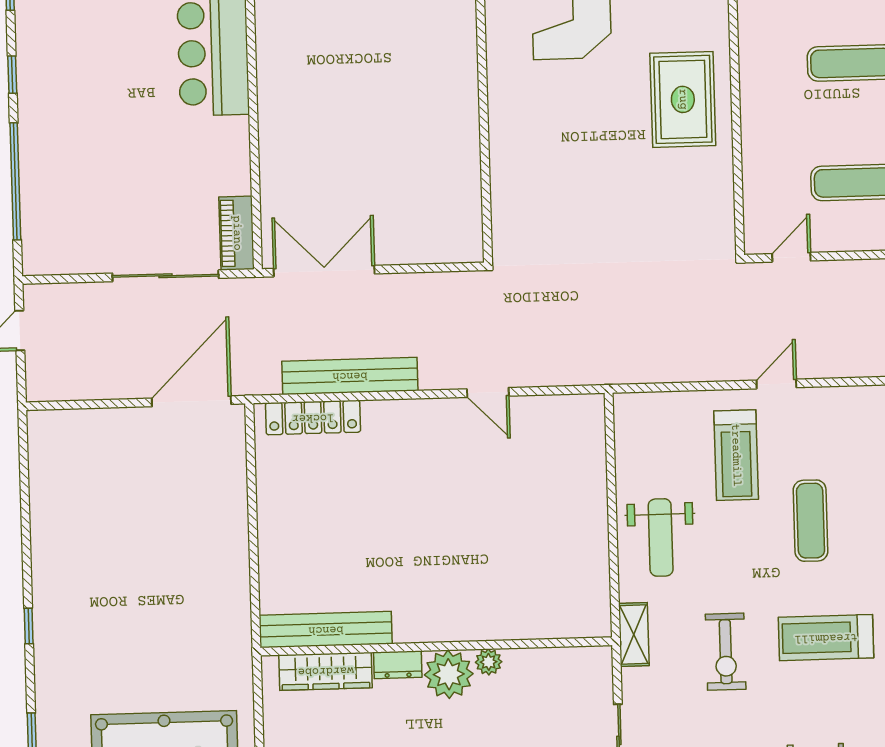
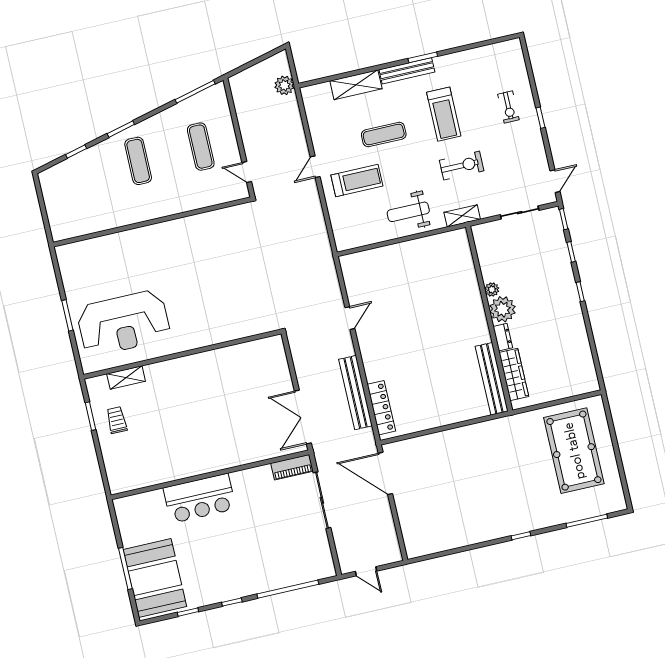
rug: (683, 99) -> (175, 246), removed
door: (776, 384) -> (315, 167), hinge flipped
weight bench: (661, 537) -> (408, 212), turned 180

